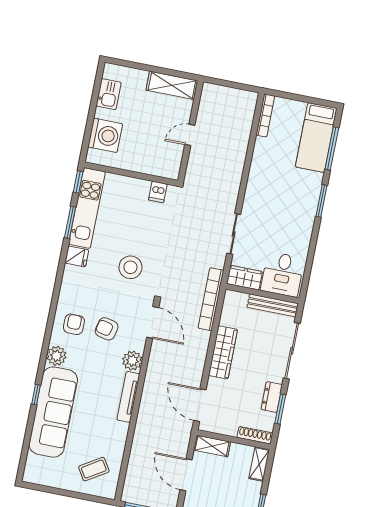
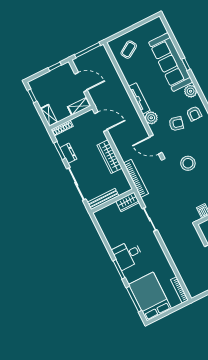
bed: (316, 137) -> (150, 297), width x1.50
desk: (282, 274) -> (128, 255), moved, turned -90

